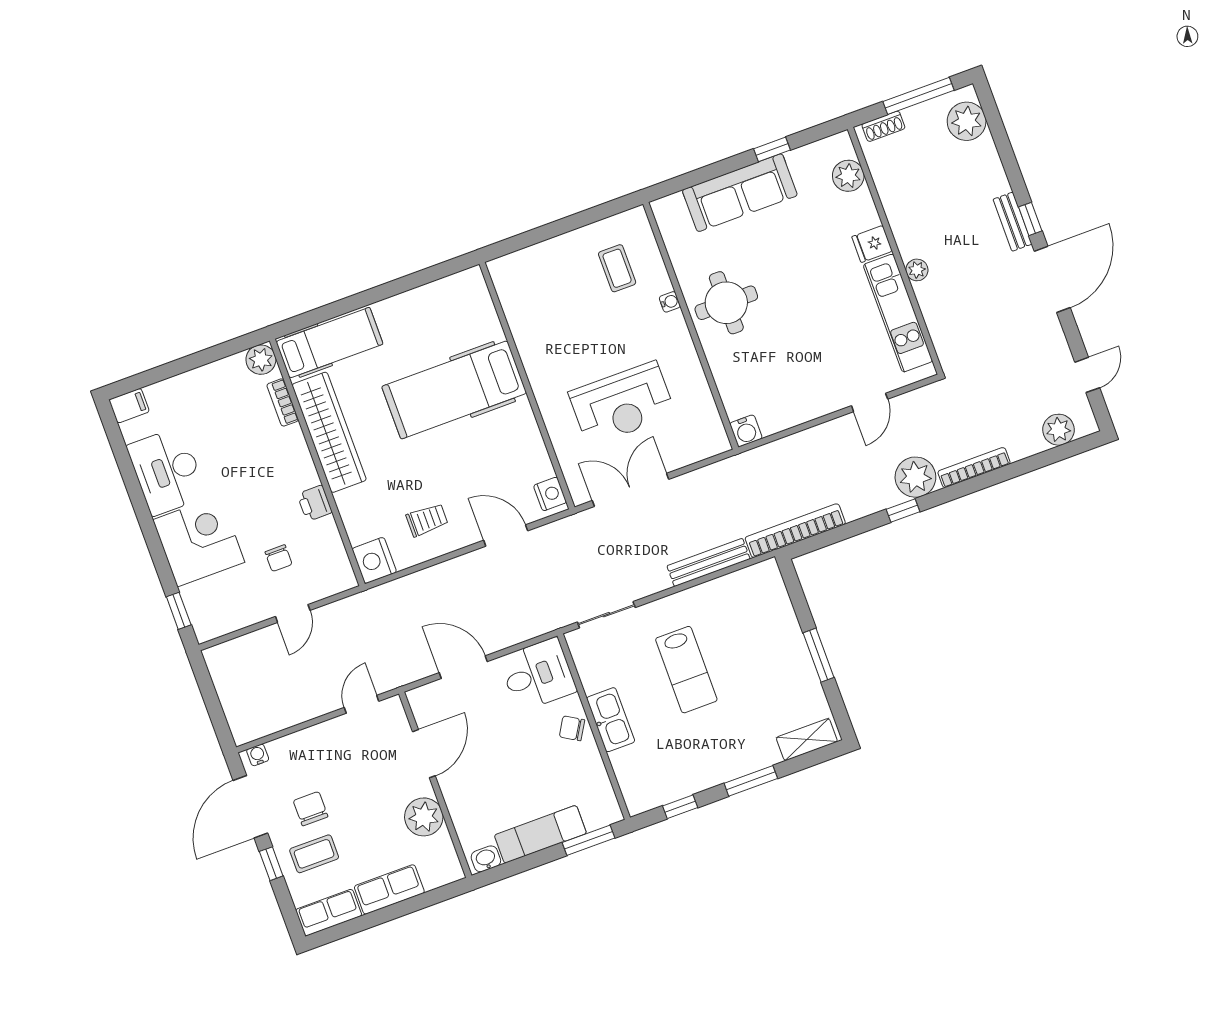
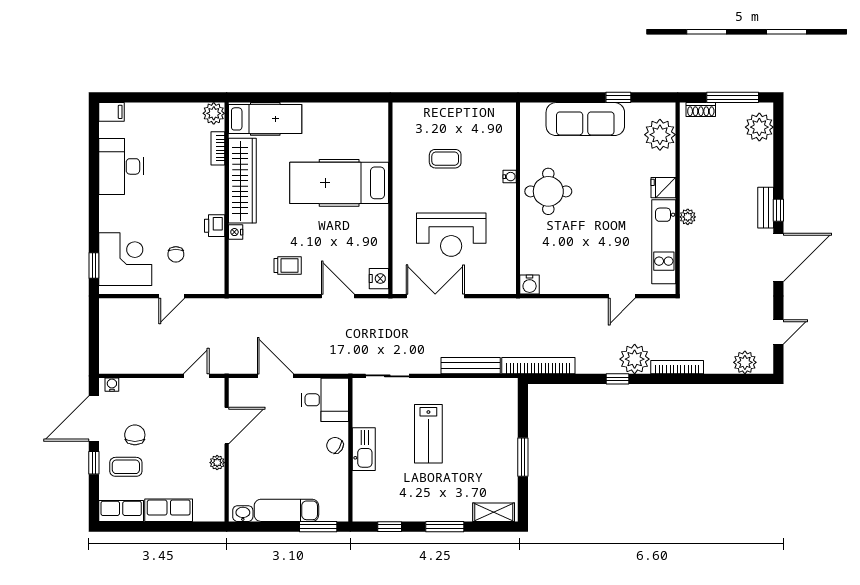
plant: (848, 176) -> (660, 135), width x1.36, depth x1.36
coffee table: (617, 268) -> (445, 159), moved, turned 90
corner desk: (199, 541) -> (125, 259), moved
nightstand: (374, 560) -> (236, 232), moved, width x0.53, depth x0.56
plant: (424, 817) -> (217, 463), width x0.53, depth x0.53

